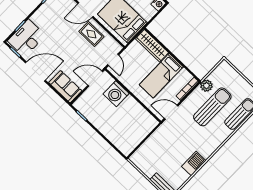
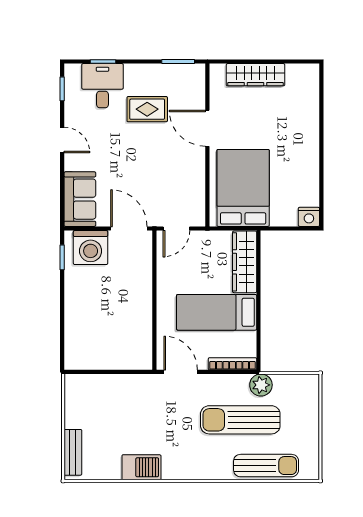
rug: (91, 34) -> (147, 109), moved, turned 90
desk: (26, 38) -> (103, 86), width x0.73
door: (35, 71) -> (62, 140), width x0.53
washing machine: (116, 94) -> (91, 248), moved, turned -90
sun lounger: (212, 107) -> (240, 420), turned 180

